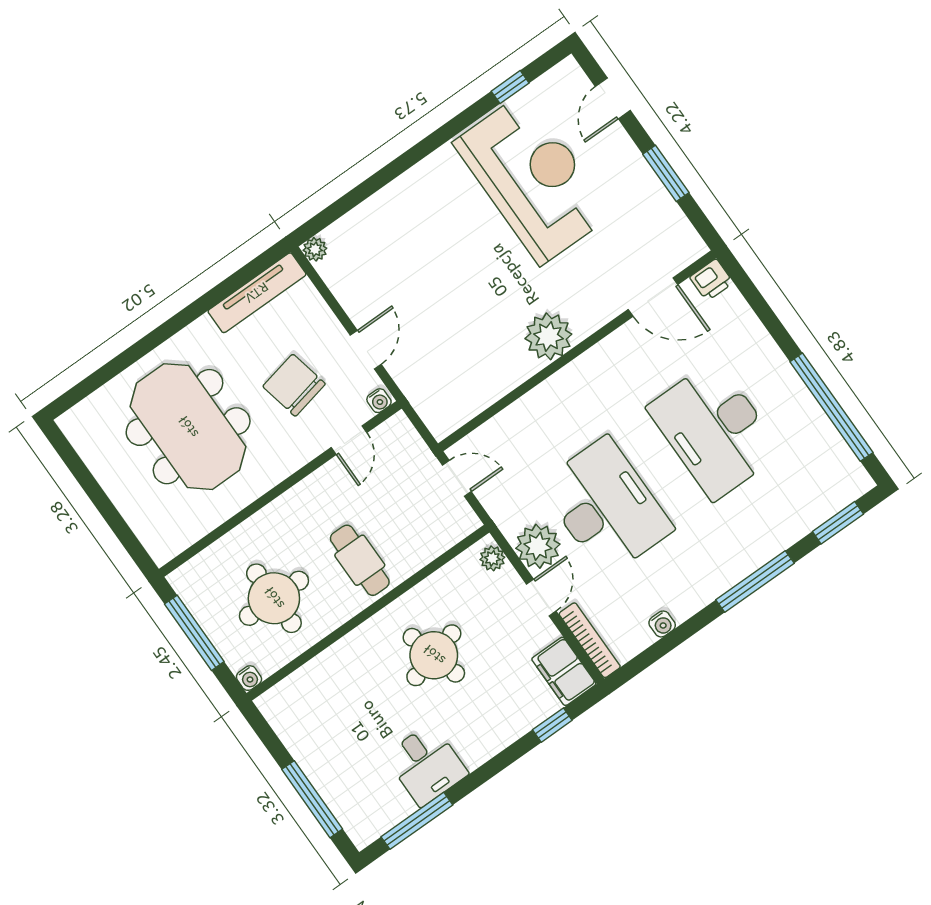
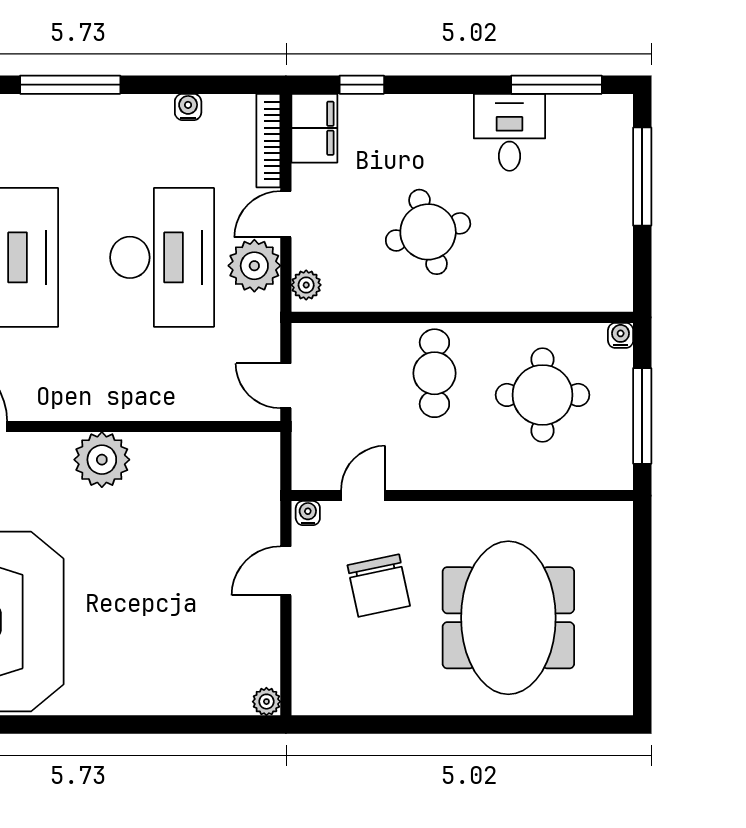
tv unit: (257, 293) -> (352, 699), removed
desk: (606, 507) -> (162, 257), turned 180

